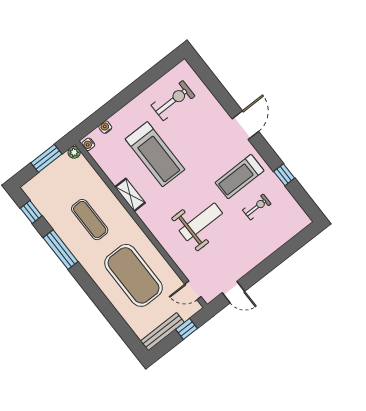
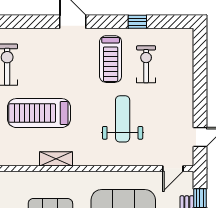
treadmill: (155, 154) -> (39, 113), turned 180
exercise bike: (257, 207) -> (146, 64), width x1.38, depth x1.39

